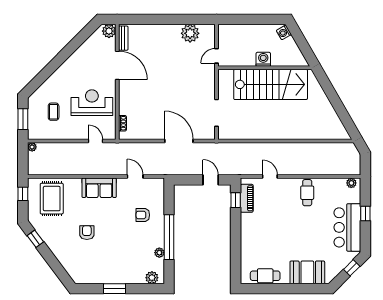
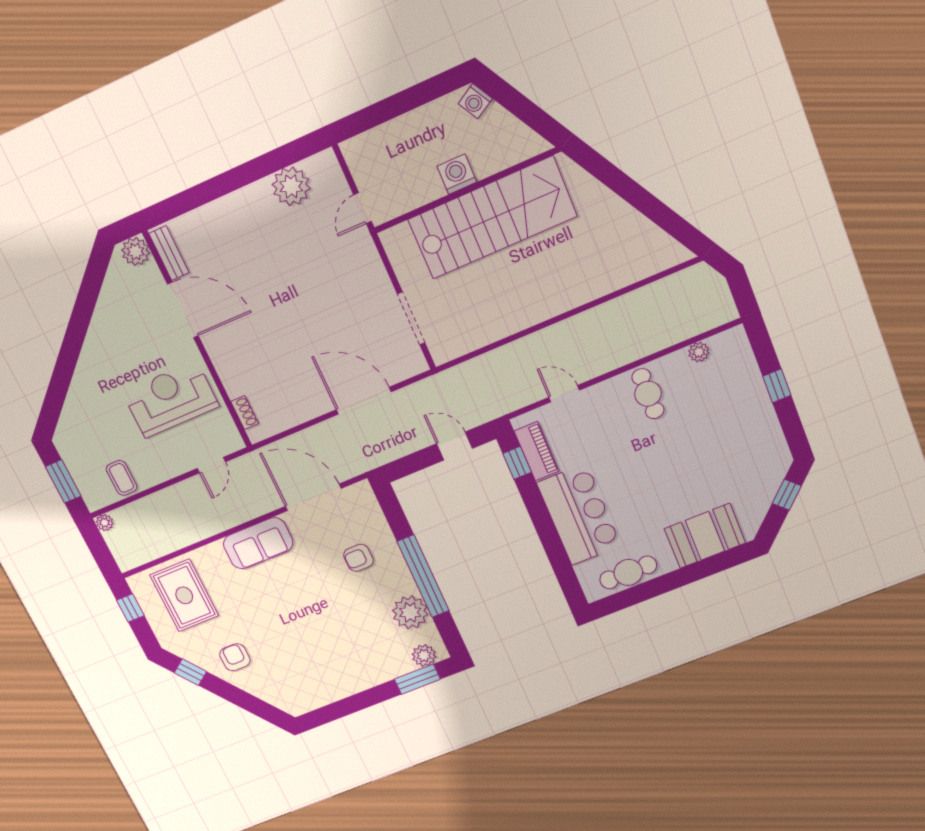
coffee table: (54, 112) -> (122, 478), moved
door: (95, 141) -> (211, 465), swing flipped
door: (135, 177) -> (313, 497), width x1.88
plant: (351, 183) -> (699, 352), moved
bar counter: (347, 227) -> (579, 514), moved, turned 180
armchair: (87, 233) -> (235, 657), moved
plant: (159, 253) -> (410, 612), width x1.88, depth x1.88
window: (114, 289) -> (417, 679), moved

